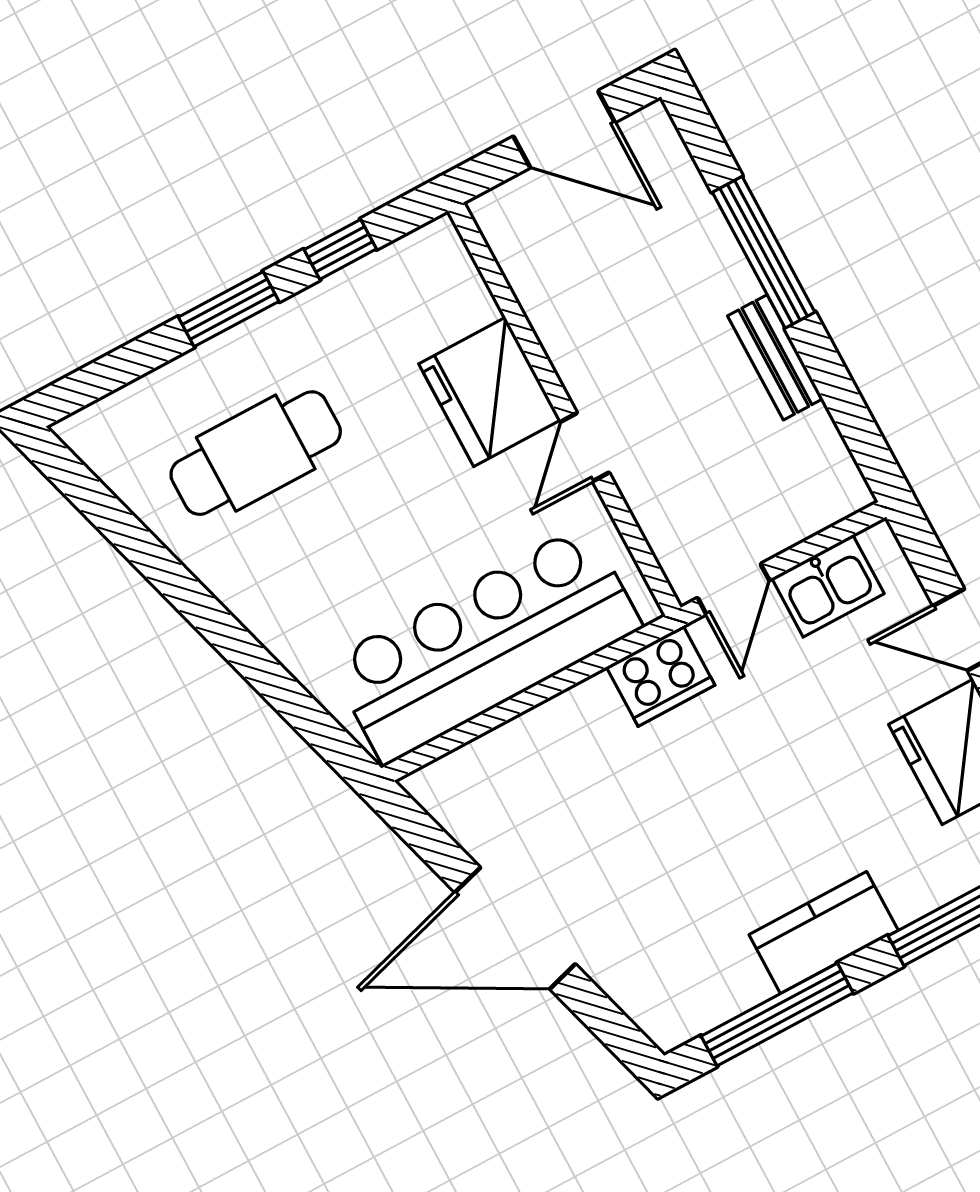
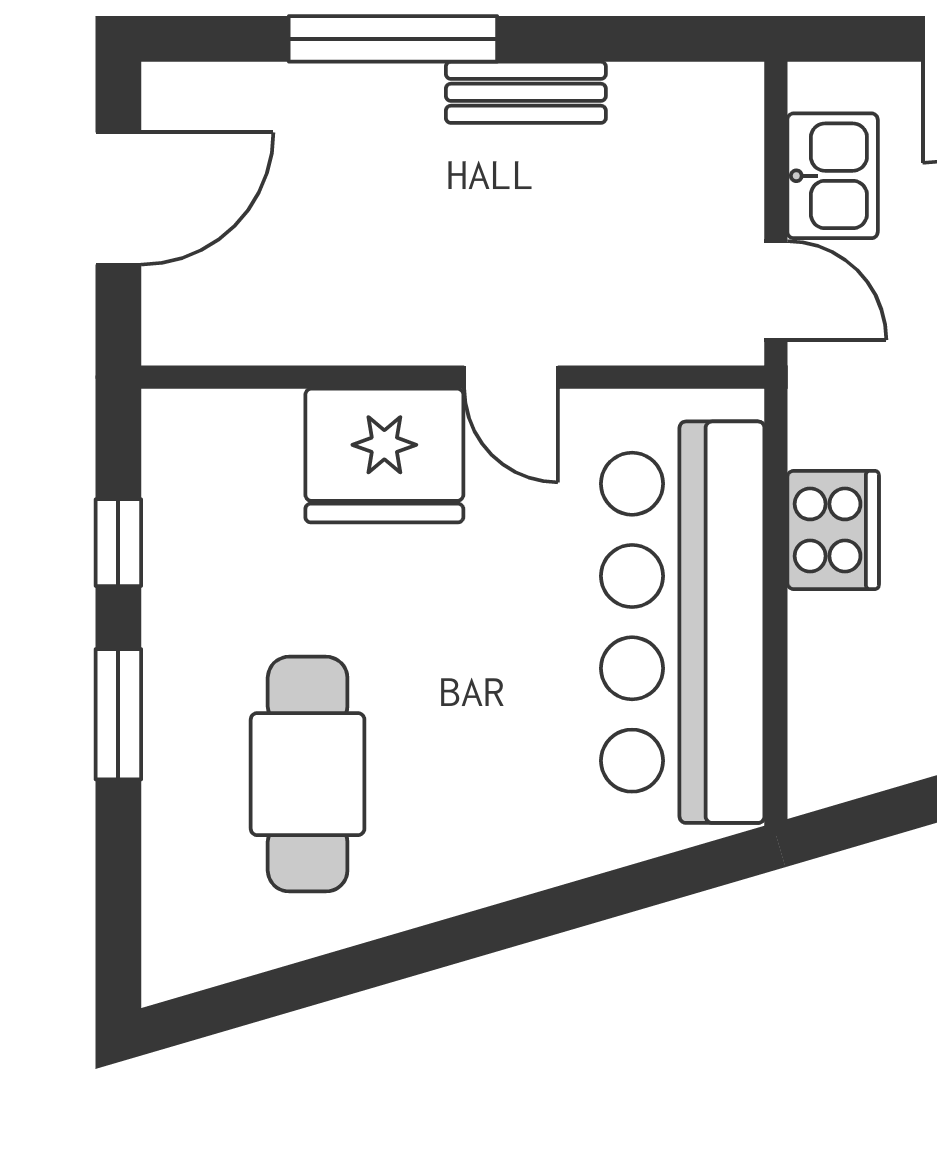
cooker: (661, 676) -> (833, 530), moved

